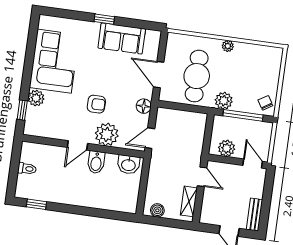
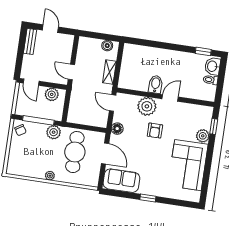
sofa: (122, 38) -> (121, 181), moved
armchair: (96, 104) -> (155, 131), turned -90
door: (150, 138) -> (113, 103), swing flipped
washbasin: (128, 165) -> (213, 66), moved, turned -90
shelving: (189, 201) -> (109, 72), moved

